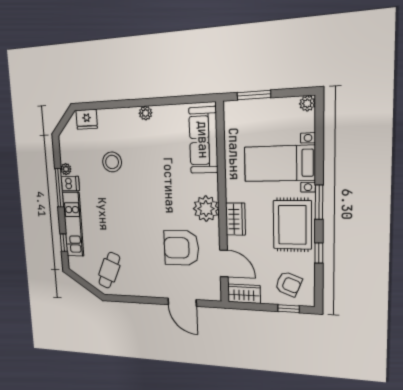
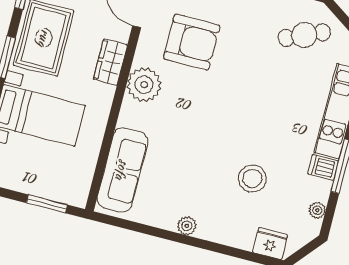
plant: (66, 169) -> (317, 210), moved
cafe table: (109, 270) -> (304, 35), turned 44

